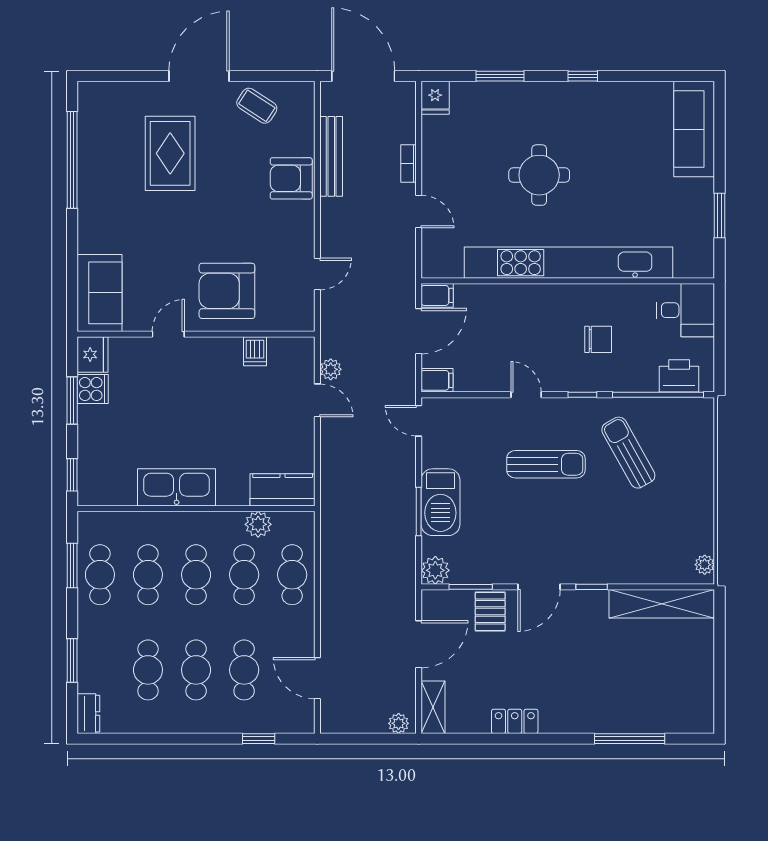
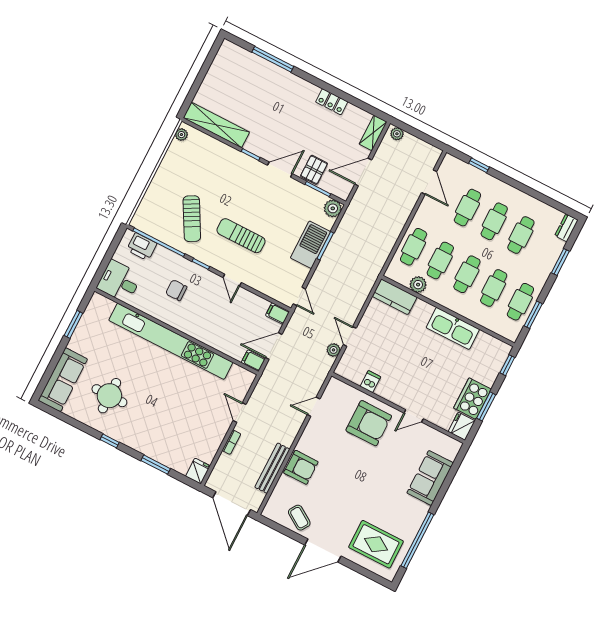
rug: (170, 153) -> (376, 544), moved, turned 90
round table: (539, 175) -> (109, 396), moved
sofa: (100, 293) -> (430, 478), moved
cooker: (93, 389) -> (472, 399), width x1.87, depth x1.31

